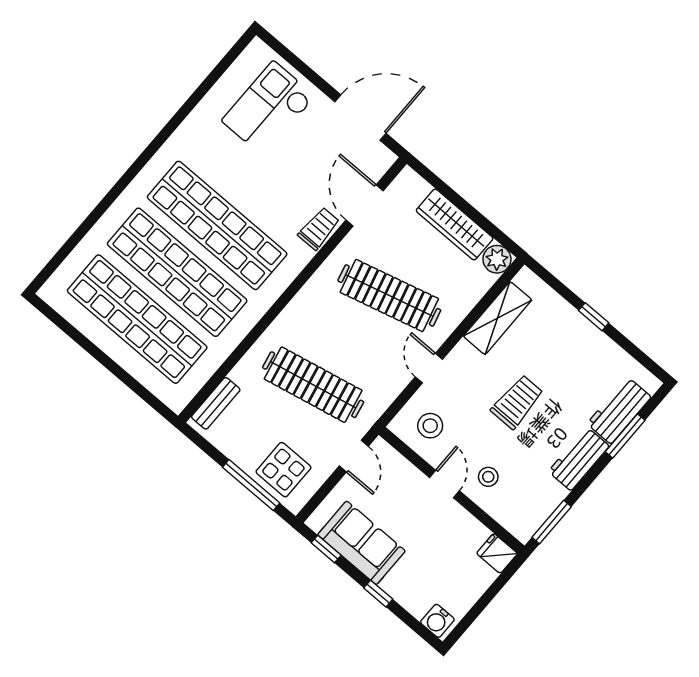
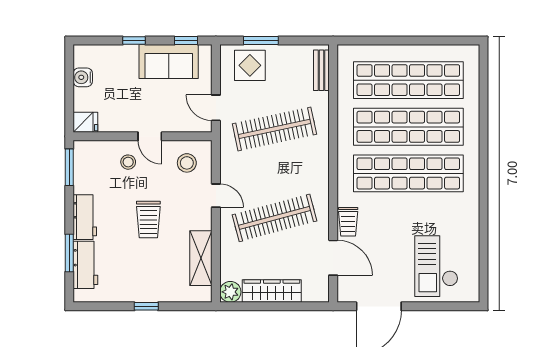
checkout: (268, 109) -> (436, 266), turned 180
window: (251, 485) -> (261, 41), width x0.69
water cooler: (437, 621) -> (83, 77), moved, turned -90

